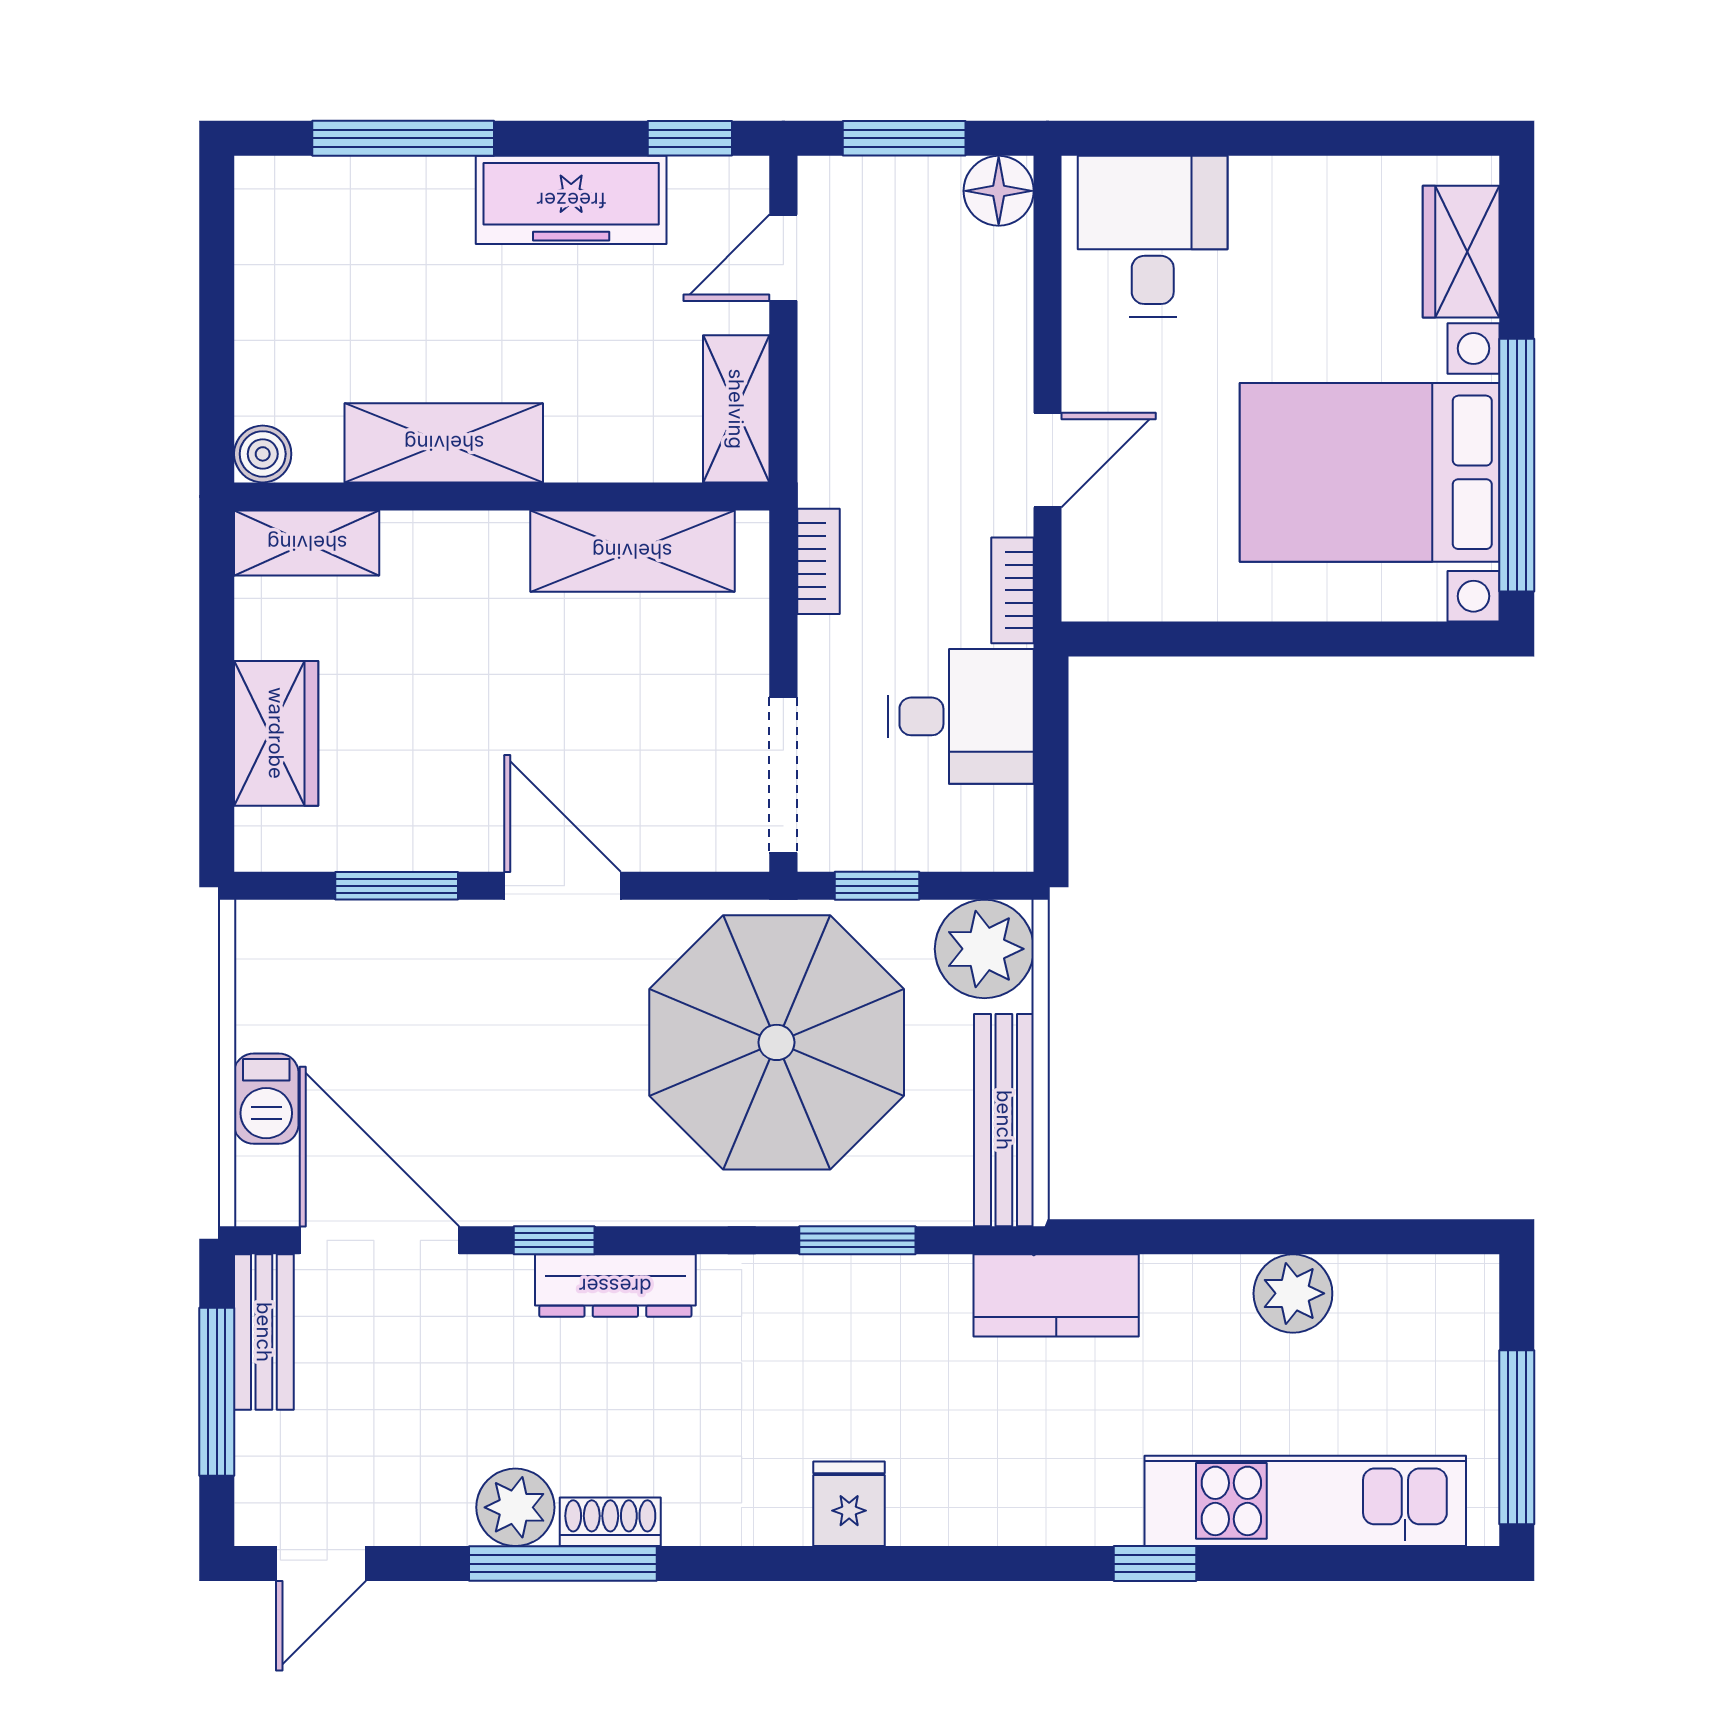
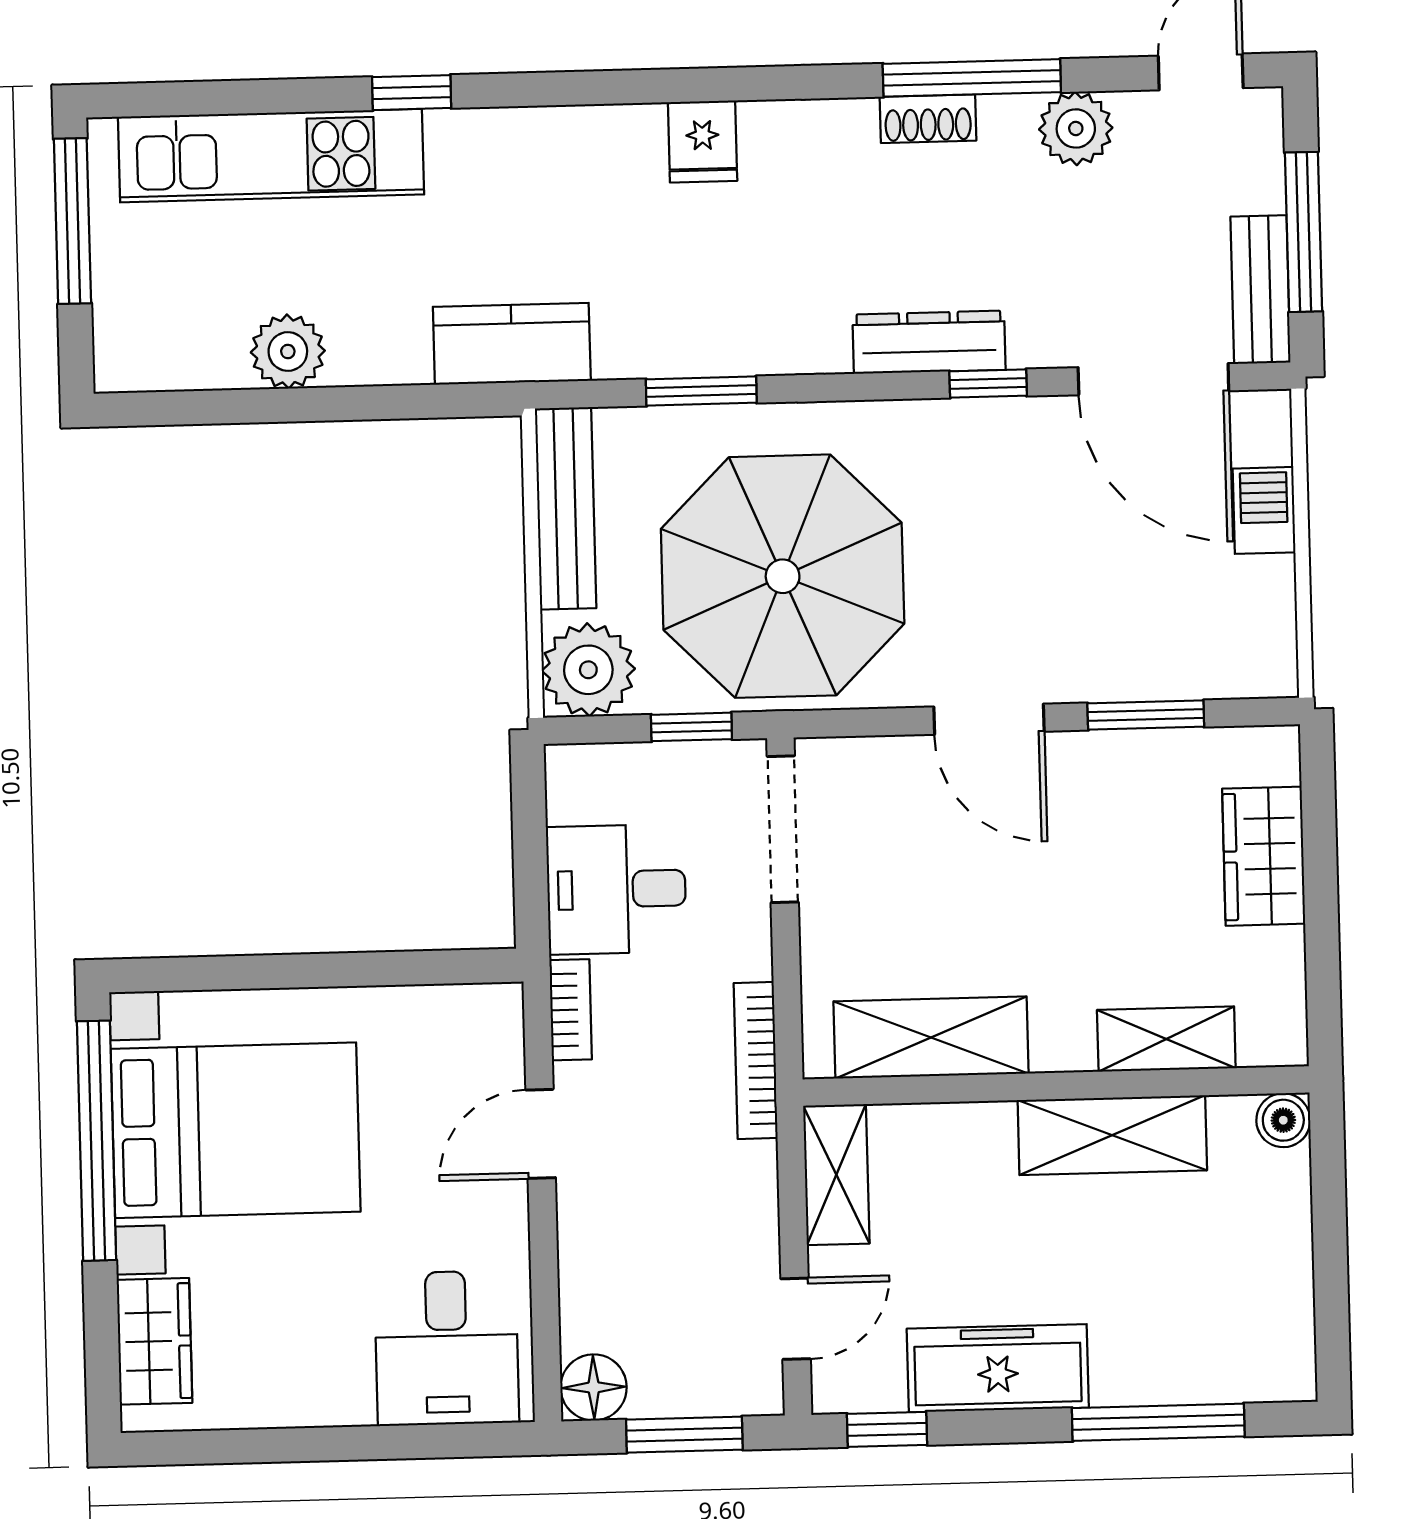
shelving: (307, 543) -> (1166, 1039), moved
bookcase: (818, 561) -> (756, 1060), width x1.56
plant: (515, 1507) -> (1076, 128), moved

